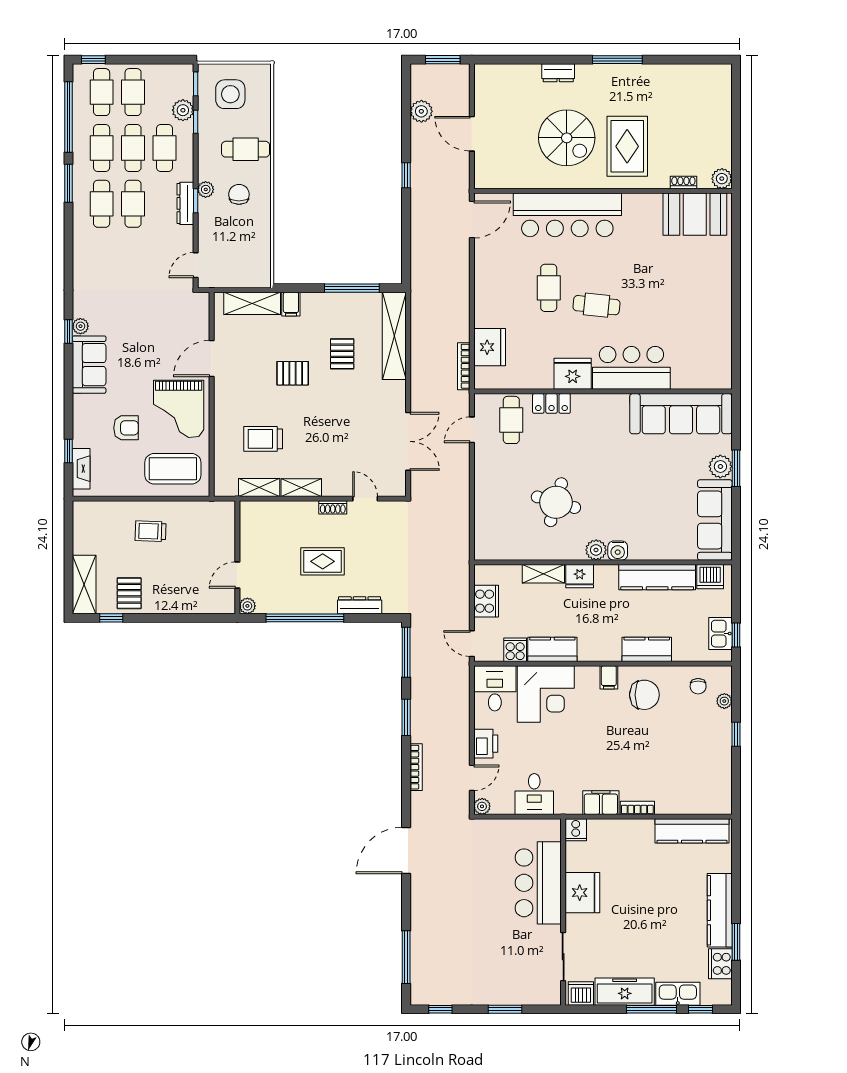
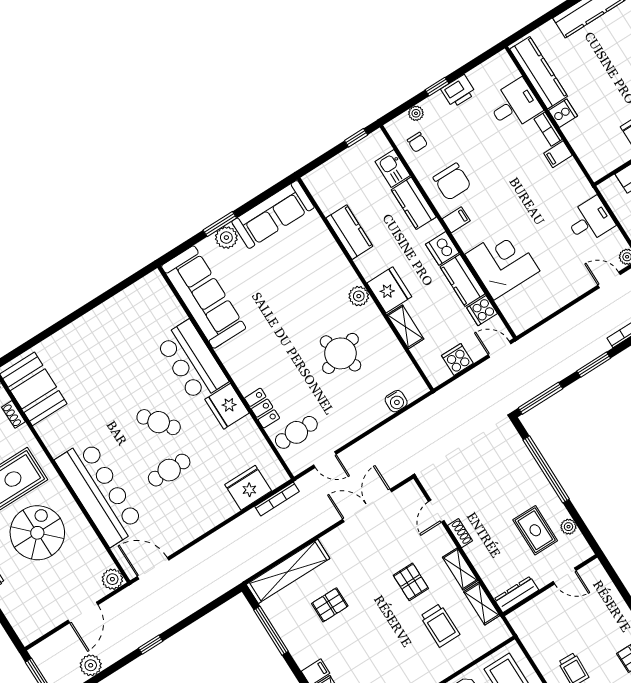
plant: (485, 178) -> (112, 579), added
cafe table: (596, 305) -> (159, 422), turned -44
pallet: (293, 373) -> (411, 582), moved
round table: (556, 502) -> (340, 353), turned -34
water cooler: (618, 551) -> (396, 401), moved, turned 90
rug: (323, 561) -> (535, 530), moved
fridge: (580, 576) -> (389, 290), width x1.36, depth x1.34
kitchen counter: (657, 577) -> (349, 232), width x0.67
dishwasher: (710, 577) -> (442, 248), moved, turned 180
cooker: (486, 601) -> (457, 359), width x0.73
dresser: (360, 605) -> (516, 594), moved, turned 90
plant: (247, 606) -> (568, 527), moved
window: (305, 618) -> (546, 469), moved
kitchen sink: (720, 634) -> (393, 169), moved, turned 90
door: (472, 644) -> (499, 349), swing flipped
chair: (698, 686) -> (417, 142), turned 90
desk: (495, 688) -> (515, 105), moved, turned 180
chair: (644, 695) -> (452, 182), turned 180
printer: (486, 744) -> (458, 91), moved, turned 180
filing cabinet: (601, 803) -> (558, 154), width x0.50
cooker: (576, 830) -> (563, 113), moved

